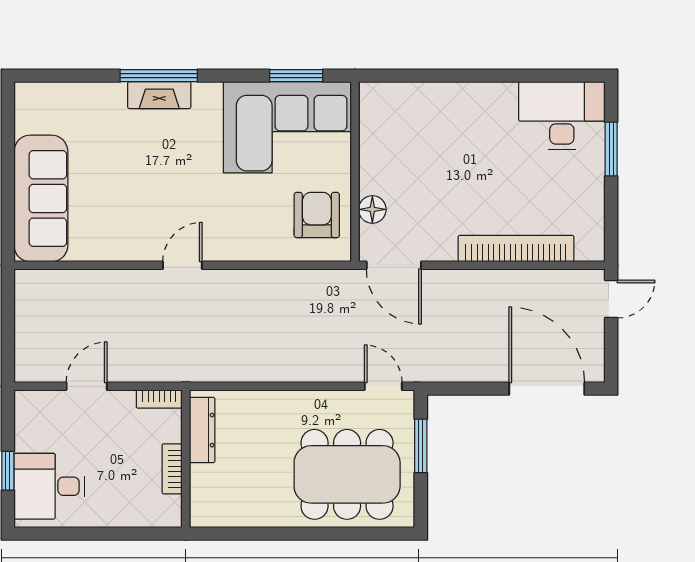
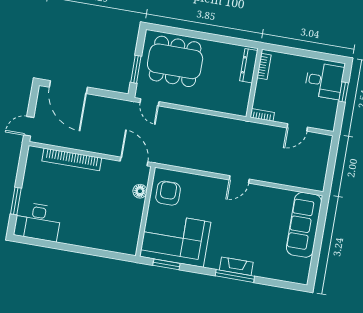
armchair: (317, 215) -> (168, 193), turned 180
dresser: (202, 430) -> (249, 66), moved
bookcase: (172, 469) -> (264, 66), moved

